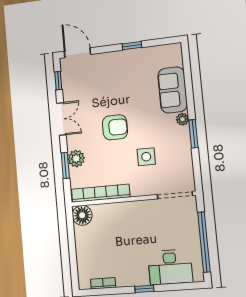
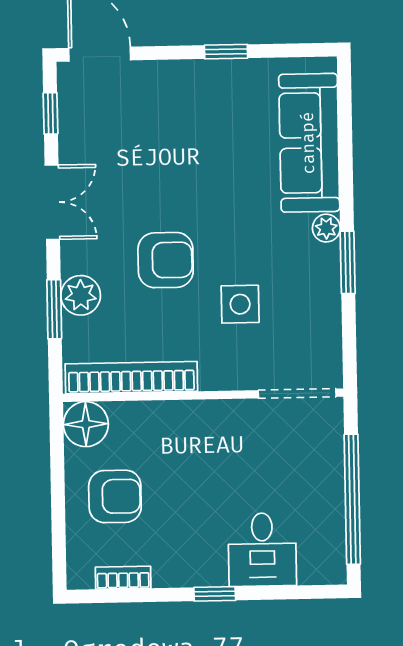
sofa: (173, 90) -> (309, 143), width x1.36
armchair: (115, 127) -> (166, 260), moved
armchair: (97, 247) -> (115, 496), added
desk: (170, 267) -> (262, 550), width x0.73

